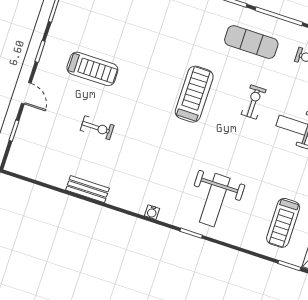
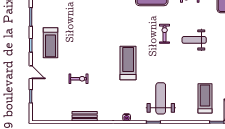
treadmill: (92, 69) -> (51, 43), moved, turned 90
treadmill: (194, 94) -> (128, 63), moved
weight bench: (215, 200) -> (161, 98), turned 180
treadmill: (283, 223) -> (205, 98), turned 180

